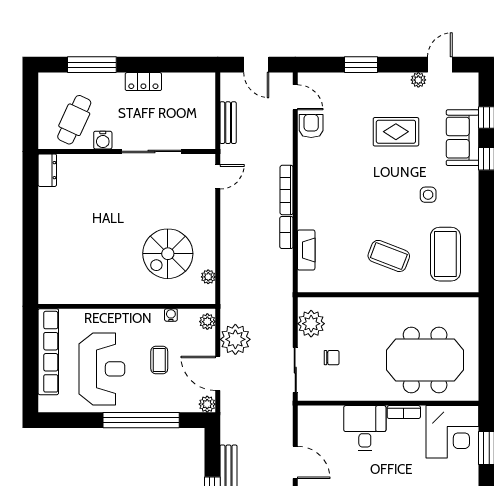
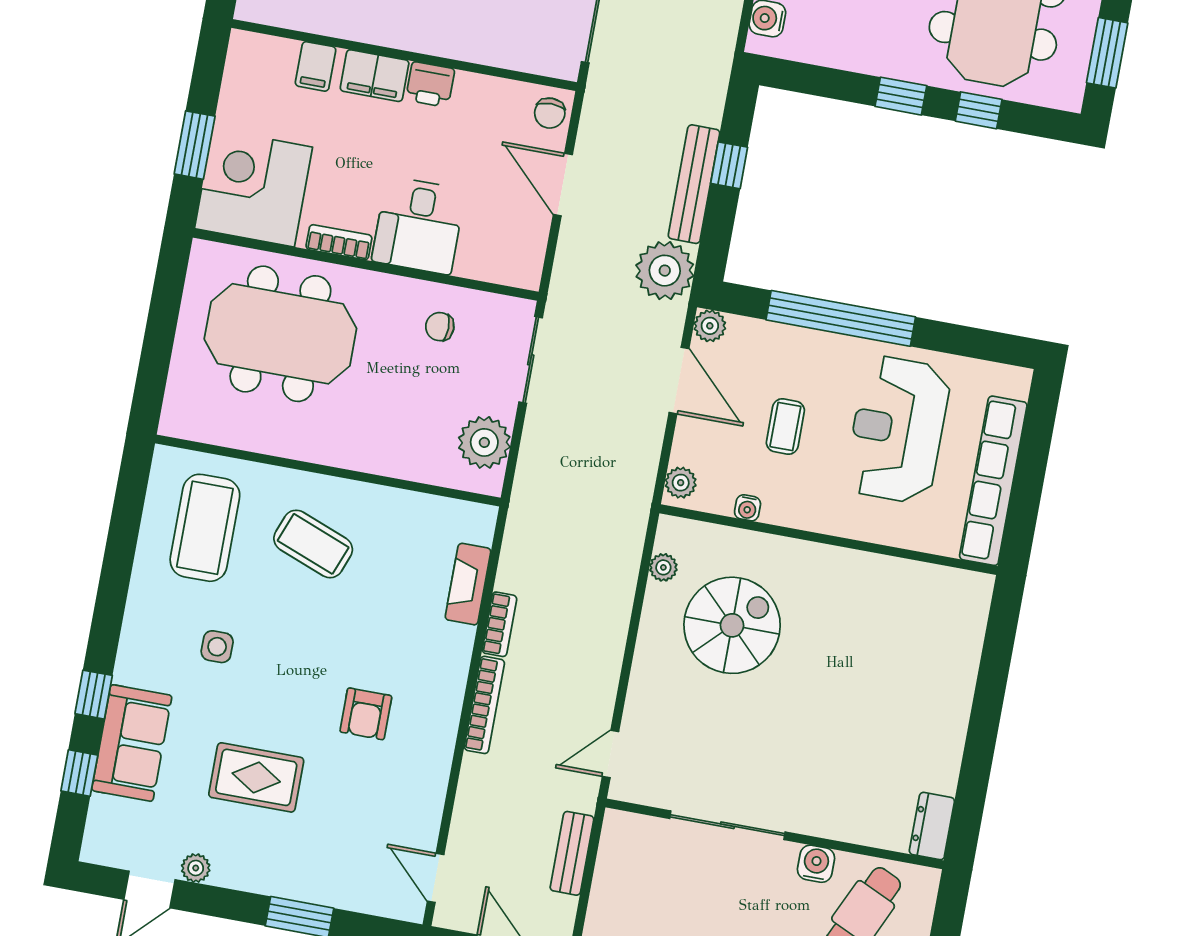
armchair: (311, 126) -> (366, 714), moved
plant: (235, 339) -> (665, 271), moved
chair: (332, 358) -> (440, 327), moved

